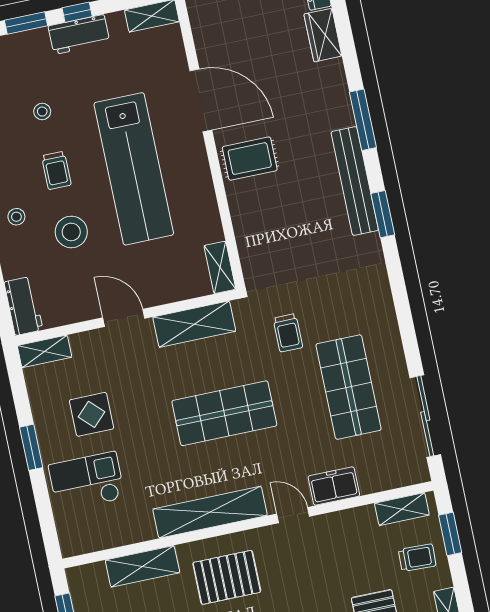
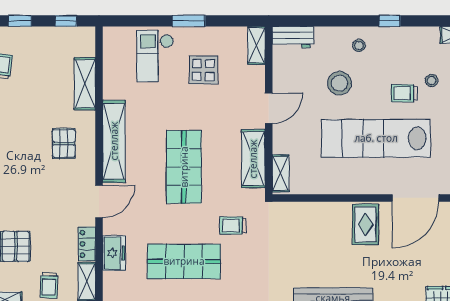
trolley: (56, 170) -> (404, 93), moved
shelving: (220, 267) -> (281, 173), moved, turned 90
checkout: (87, 482) -> (155, 56), turned 180
freezer: (334, 486) -> (114, 253), moved
door: (293, 515) -> (99, 201), width x1.38
locker: (352, 519) -> (87, 244), added
pallet: (227, 577) -> (64, 143), width x0.67, depth x0.71

